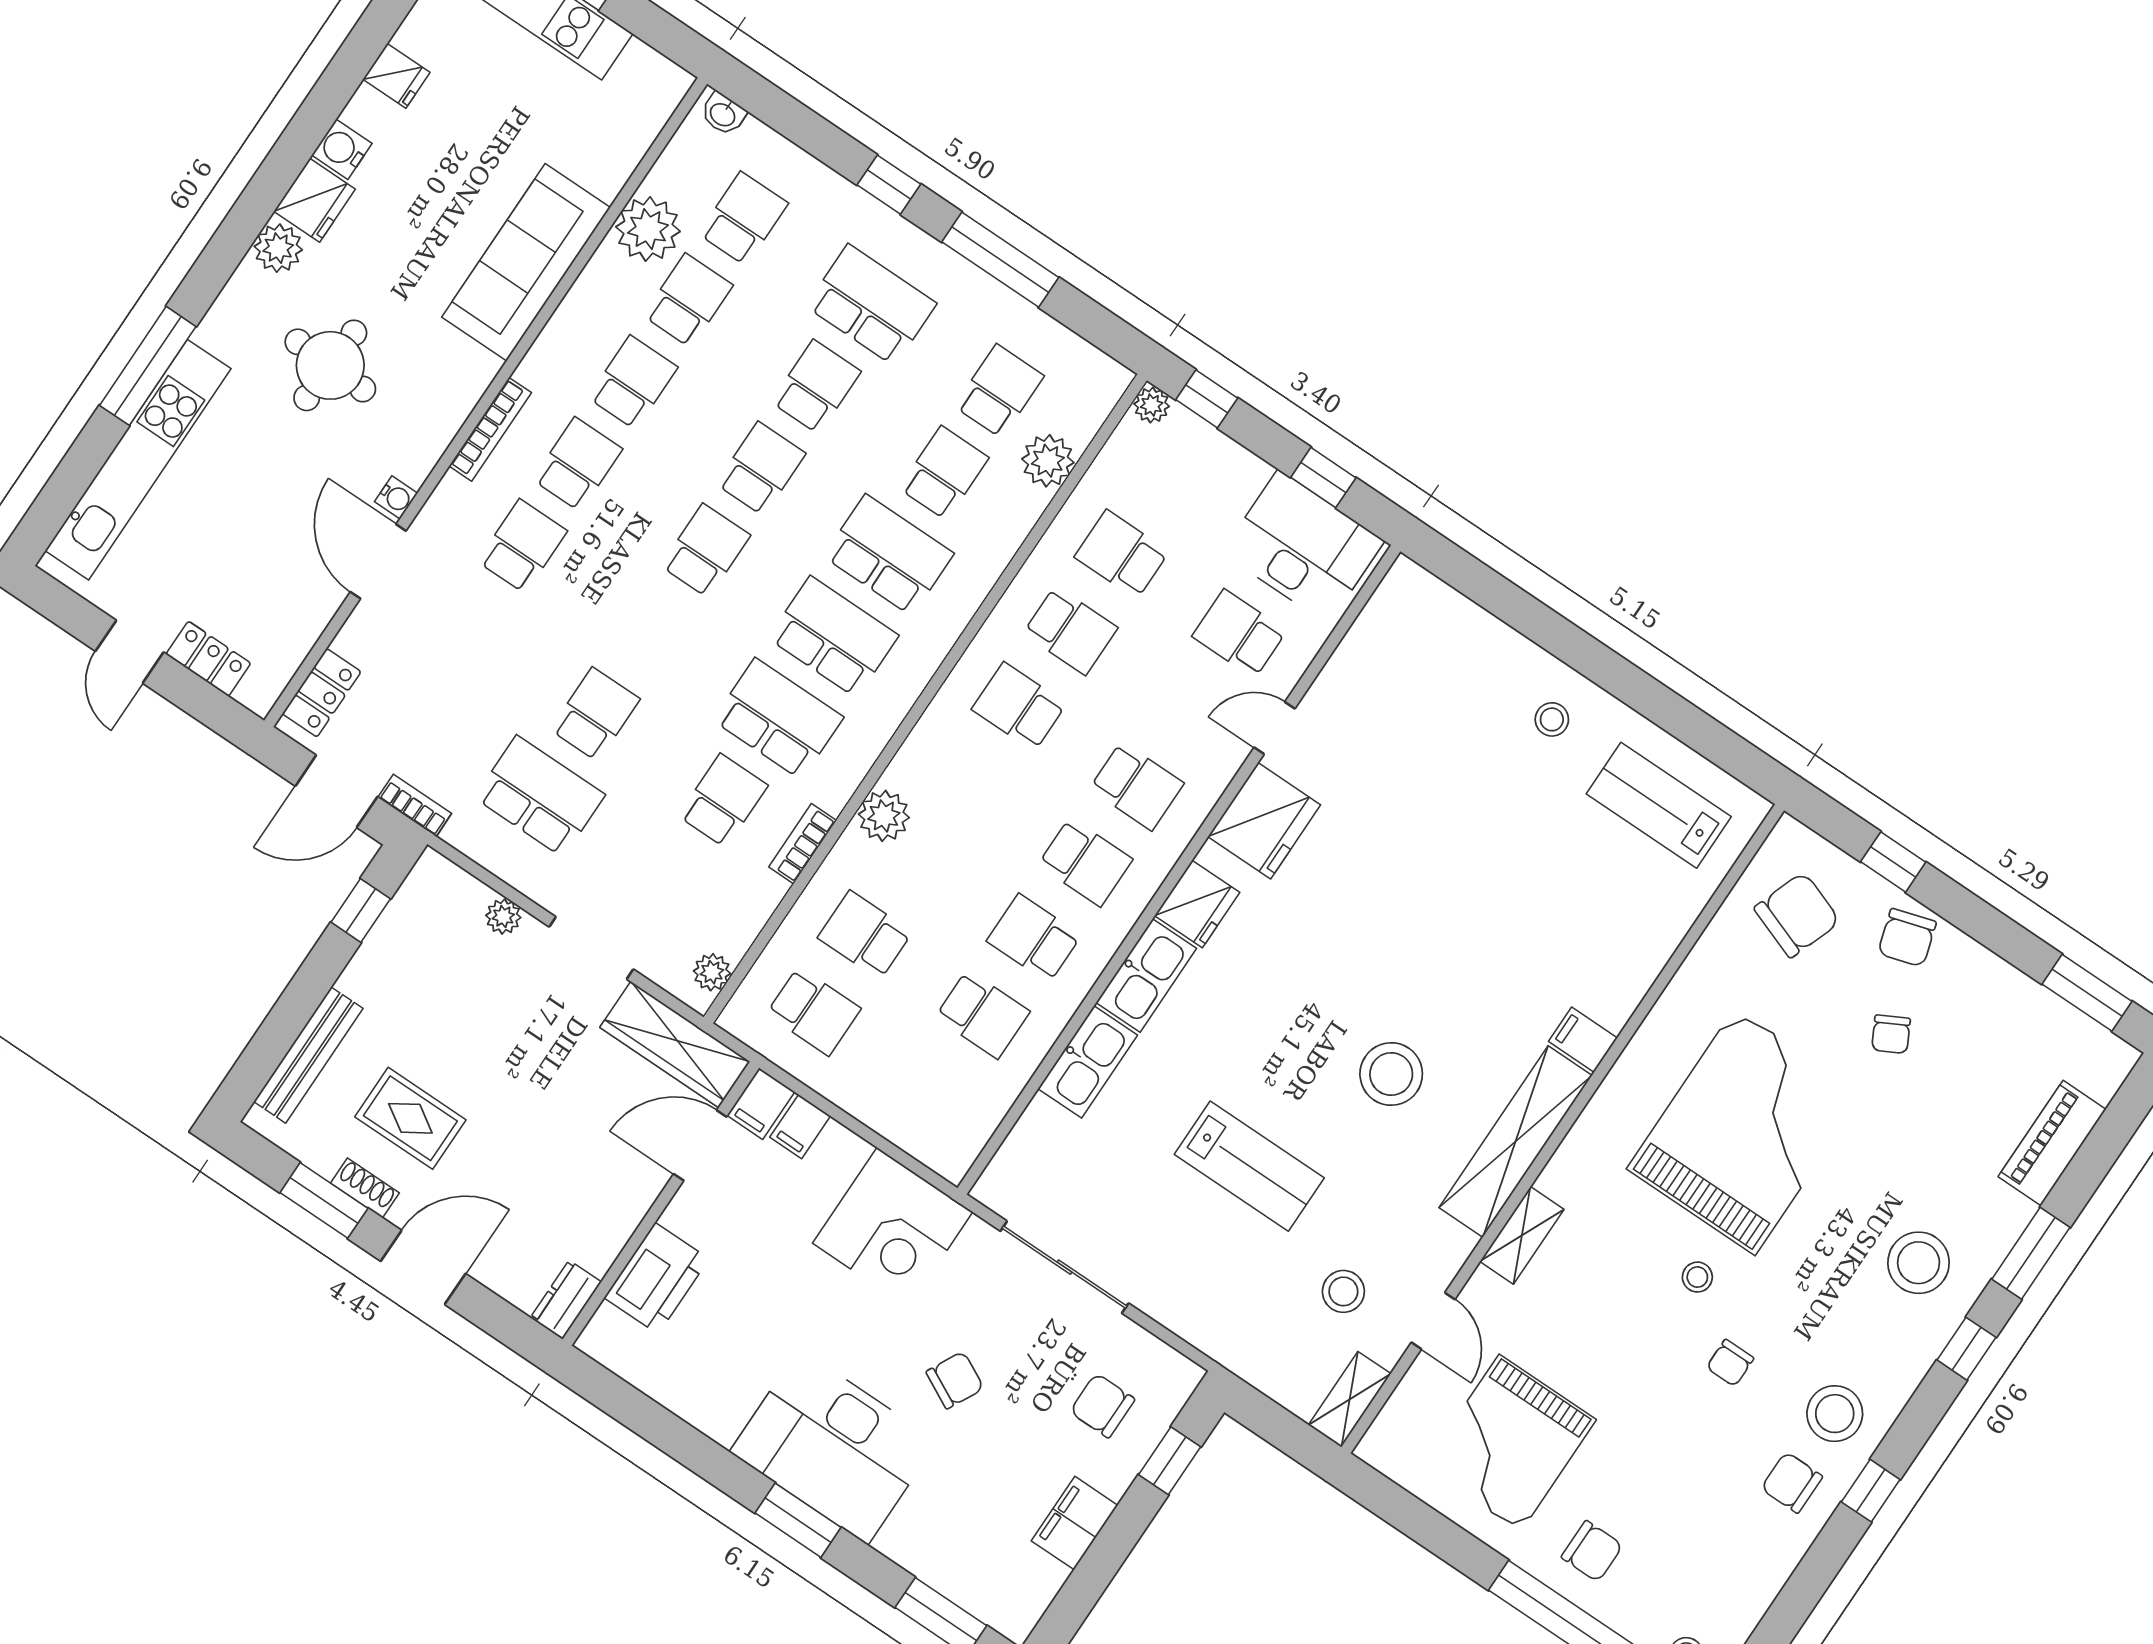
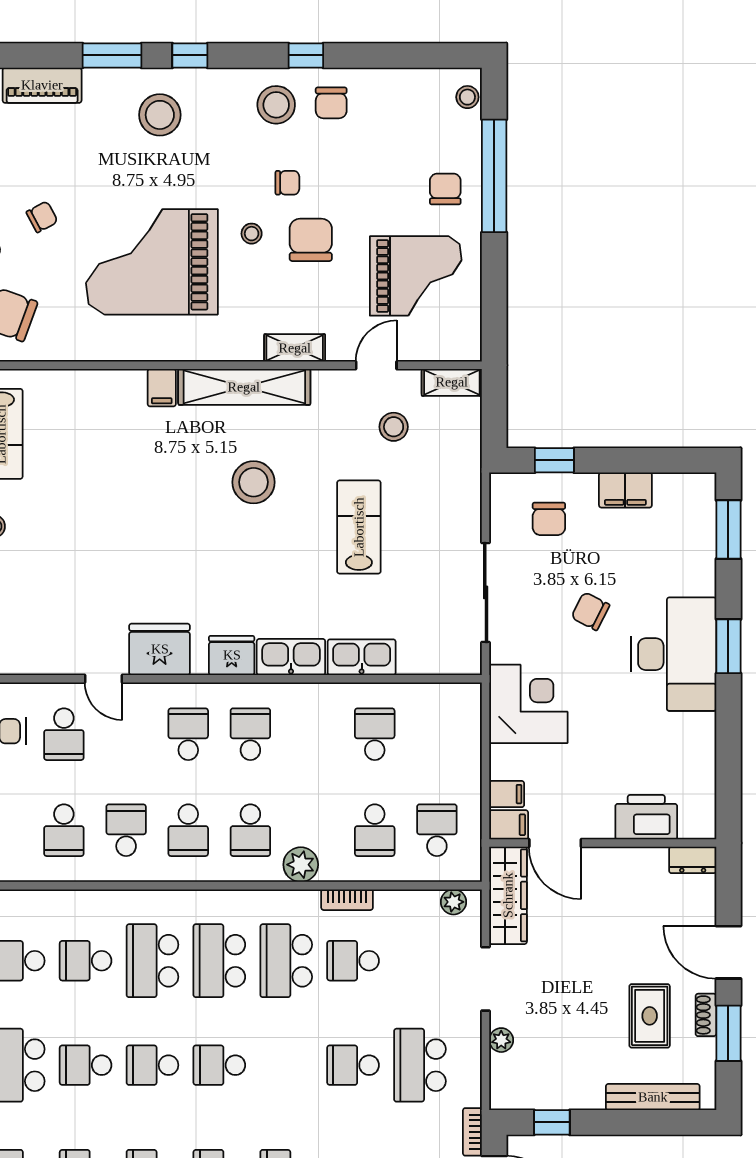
plant: (1048, 461) -> (39, 907), removed
school desk: (1034, 938) -> (250, 830), moved
chair: (1641, 1344) -> (311, 240), added

